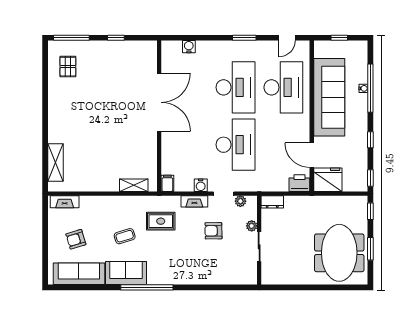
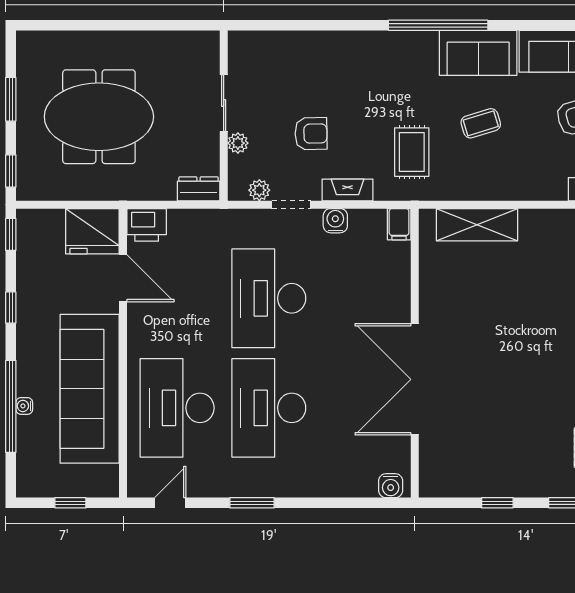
water cooler: (189, 47) -> (391, 486), moved
shelving: (134, 185) -> (477, 225), width x1.50, depth x1.33
rug: (161, 221) -> (412, 152), turned 90
meeting table: (339, 253) -> (99, 117), moved, turned 90

